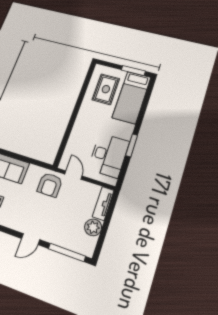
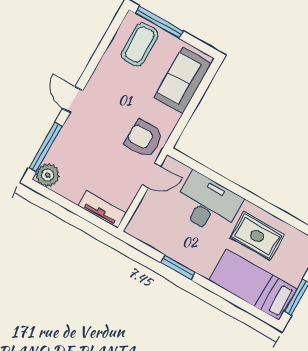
rug: (106, 89) -> (257, 236), moved
desk: (109, 155) -> (207, 204), moved, turned 180
plant: (93, 227) -> (48, 175), moved

